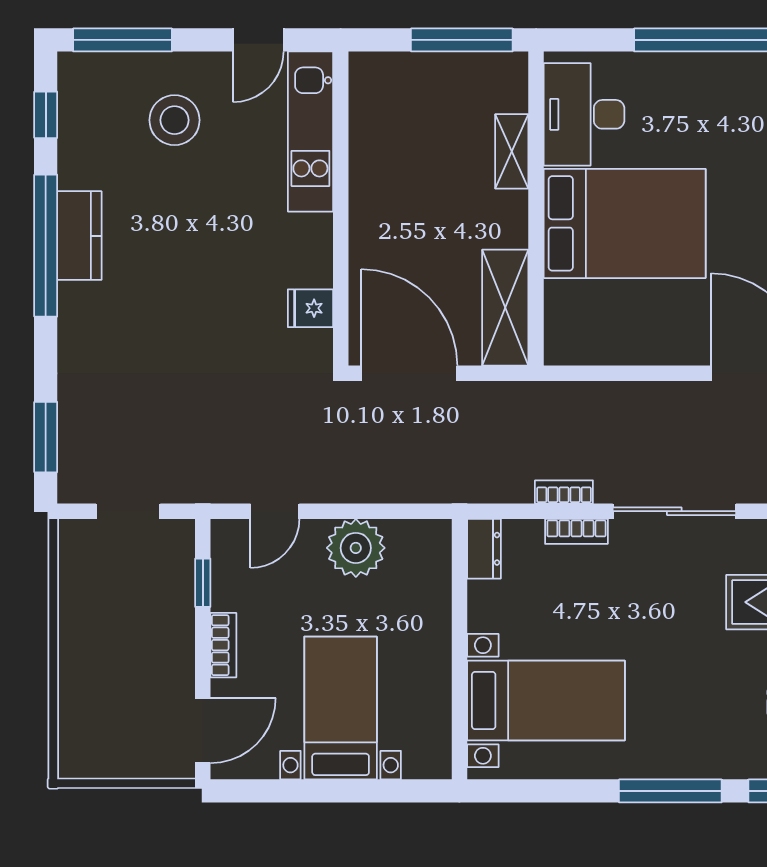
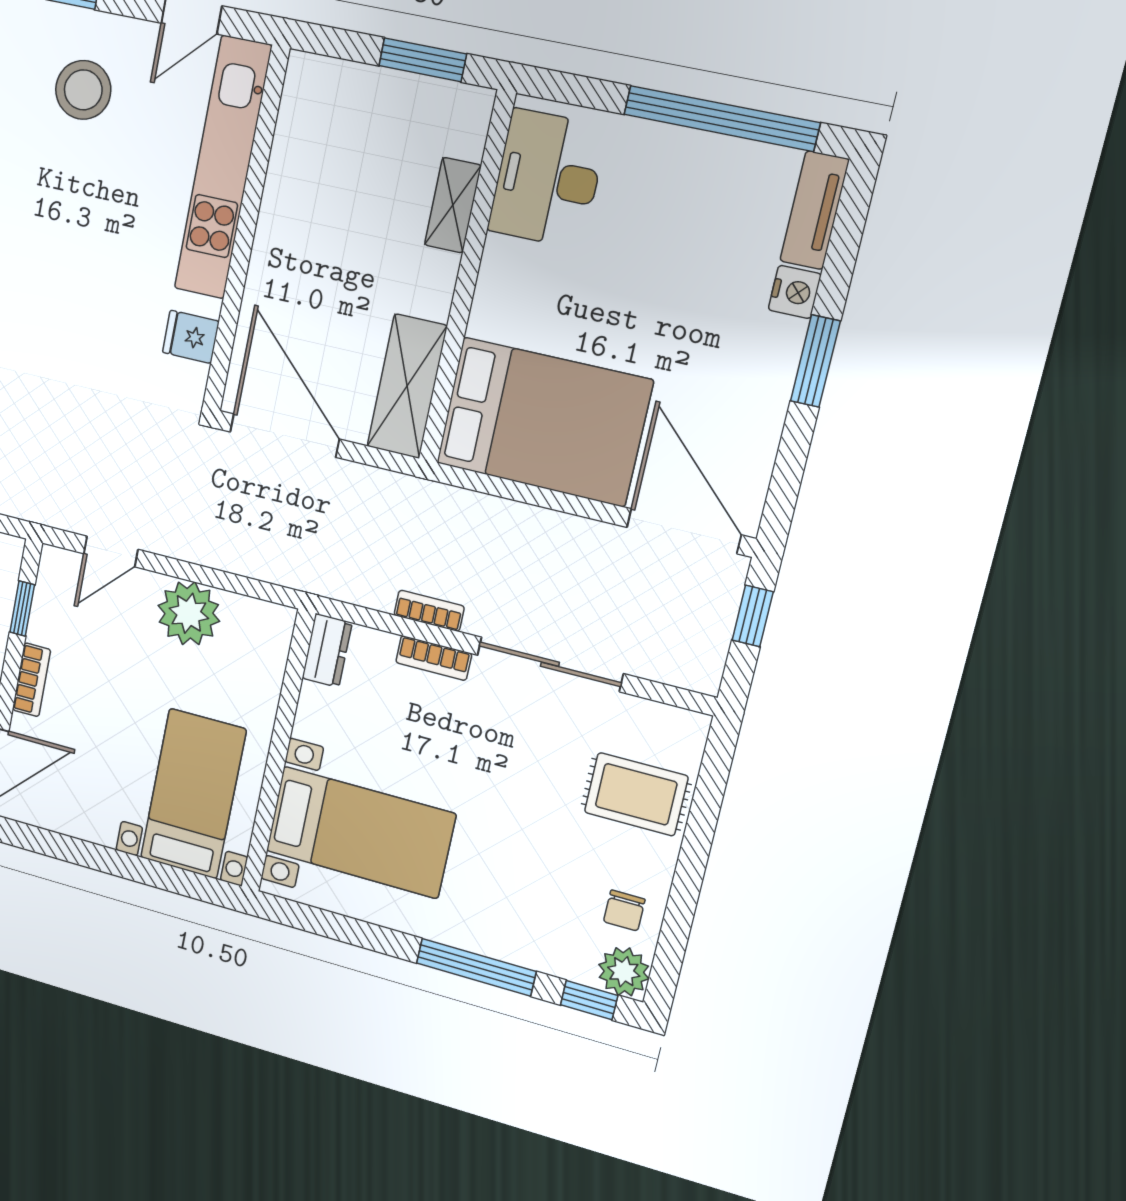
window: (462, 40) -> (423, 60), width x0.69
kitchen unit: (310, 132) -> (223, 168), width x1.36
bed: (625, 223) -> (544, 422), moved
bed with nightstands: (341, 708) -> (193, 794), moved

